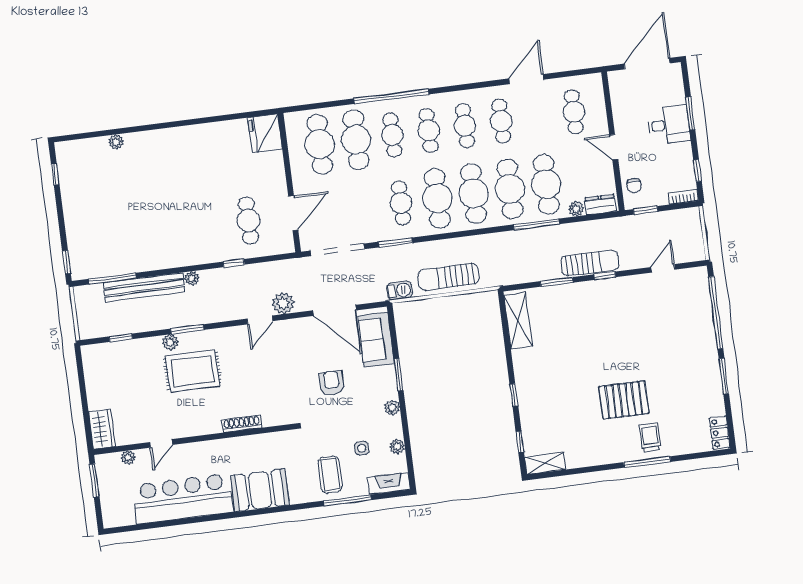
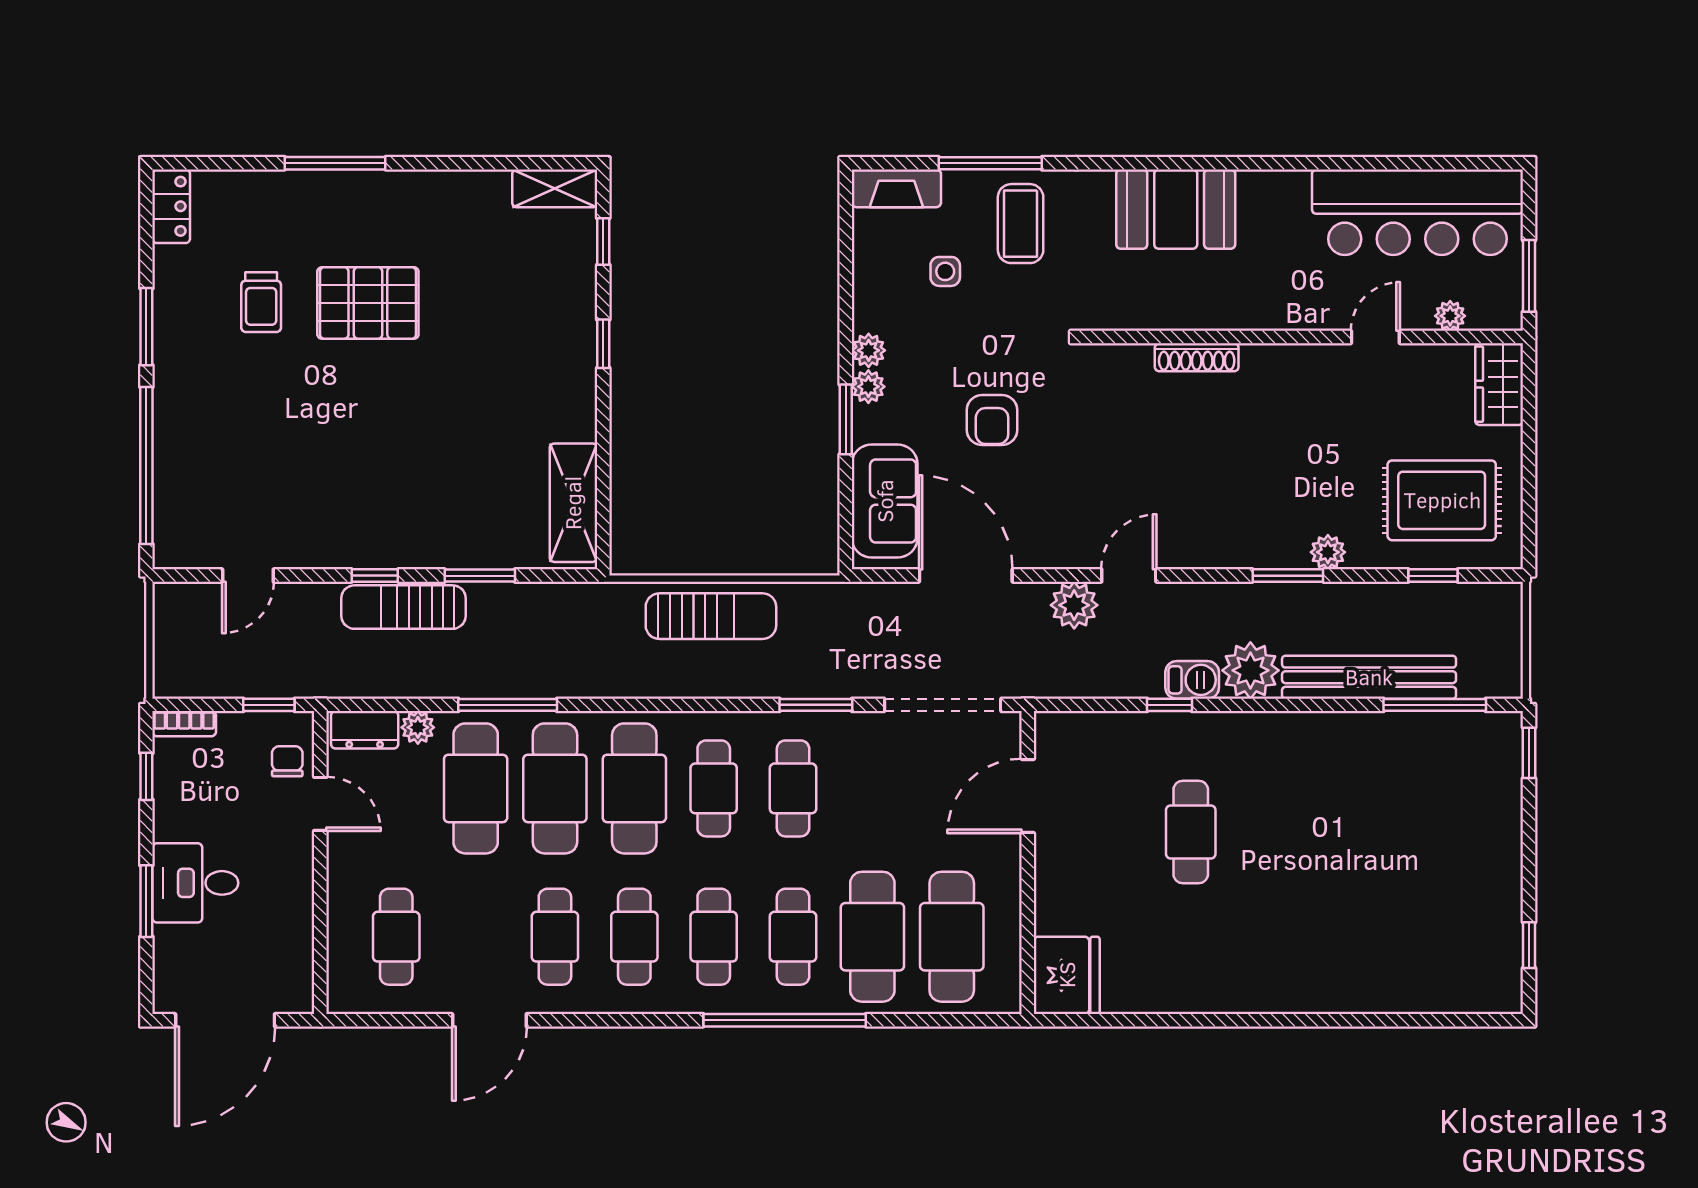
plant: (116, 142) -> (1389, 998), removed
door: (614, 147) -> (320, 804), moved
cafe table: (437, 198) -> (714, 788), width x0.73, depth x0.74
cafe table: (249, 221) -> (1191, 832), moved
plant: (192, 278) -> (1250, 670), width x1.88, depth x1.88
barbecue: (400, 290) -> (1192, 680), moved, turned 180
rug: (193, 371) -> (1442, 500), moved
trolley: (650, 437) -> (261, 302), moved
plant: (397, 446) -> (868, 387), moved
bar counter: (183, 499) -> (1417, 212), moved

